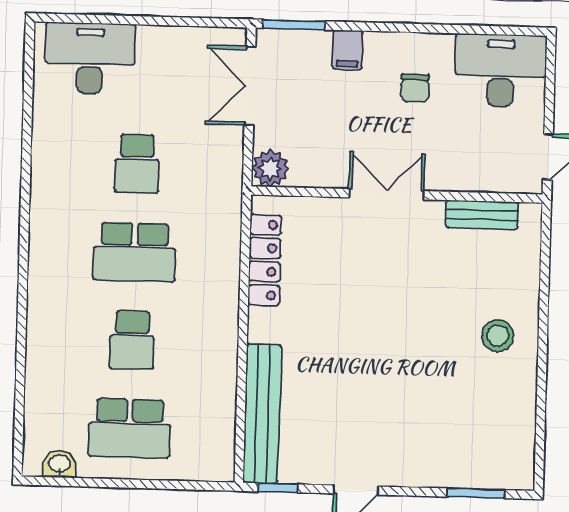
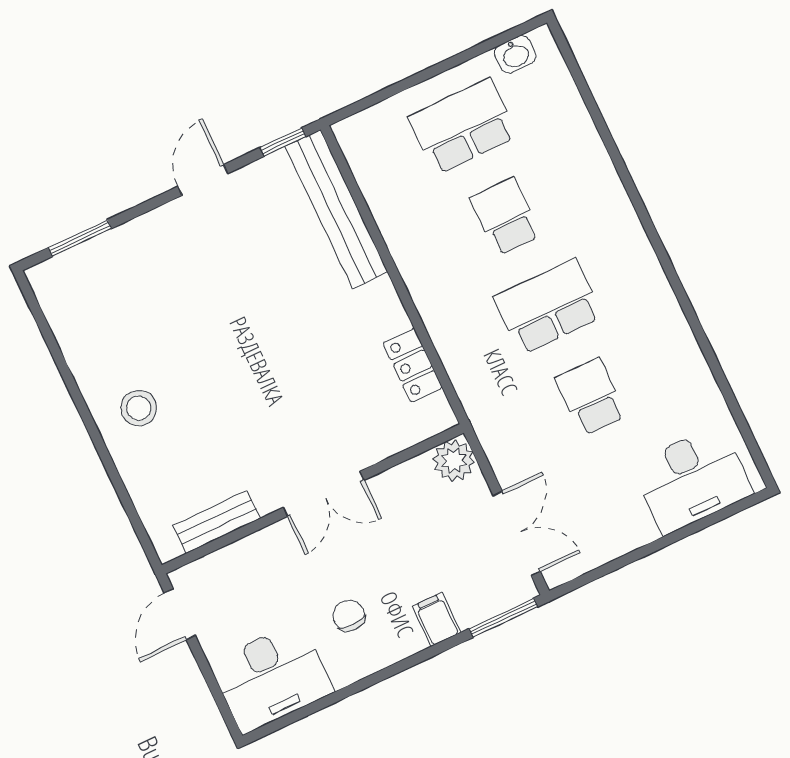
locker: (265, 260) -> (413, 365), width x0.66

